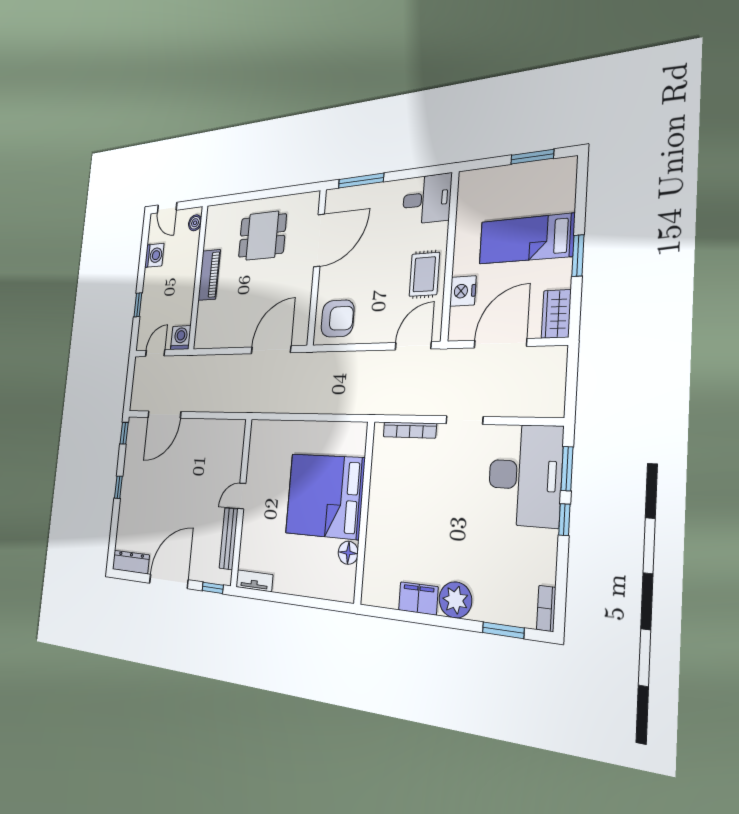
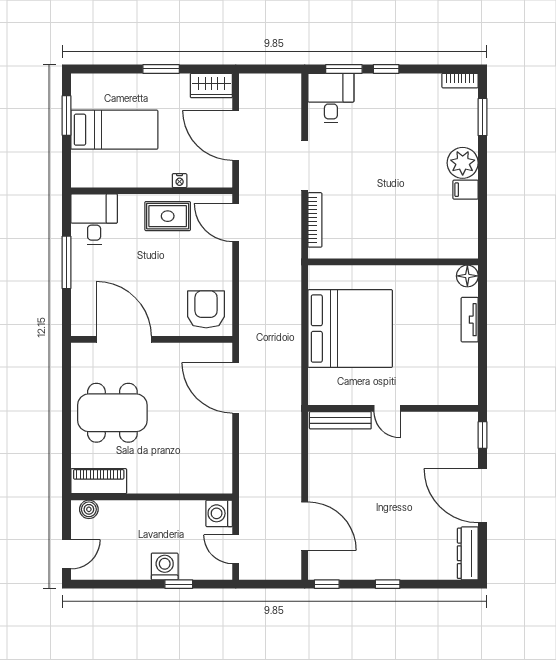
window: (361, 181) -> (66, 262), moved
dining table: (262, 236) -> (112, 413), width x1.38
bed: (526, 239) -> (114, 130), moved, turned -90
washing machine: (154, 255) -> (165, 566), moved
piano: (209, 275) -> (99, 481), moved
nightstand: (463, 291) -> (180, 181), width x0.53, depth x0.56
doorway: (464, 420) -> (305, 165), width x1.38
desk: (525, 475) -> (331, 98), width x0.53, depth x0.77
bed: (325, 496) -> (350, 329), moved, turned -90
bench: (229, 539) -> (340, 420), moved
floor lamp: (348, 553) -> (467, 276), moved
tv unit: (254, 581) -> (470, 320), moved
filing cabinet: (418, 598) -> (466, 190), width x0.50

